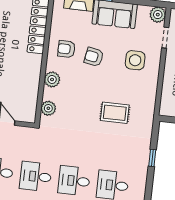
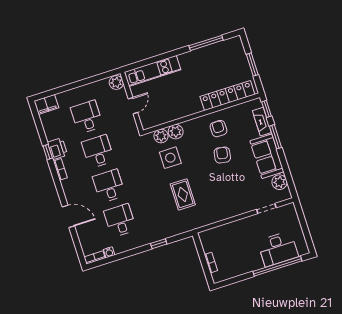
plant: (158, 15) -> (279, 182), moved
side table: (135, 60) -> (170, 158), moved
plant: (52, 79) -> (176, 132), moved

